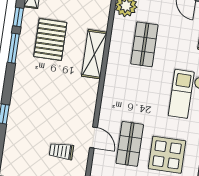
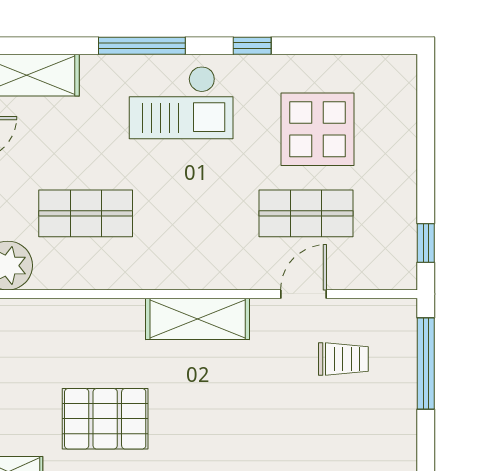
shelving: (94, 54) -> (198, 319), moved
trolley: (61, 151) -> (343, 359), turned -90

